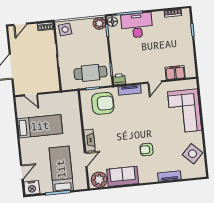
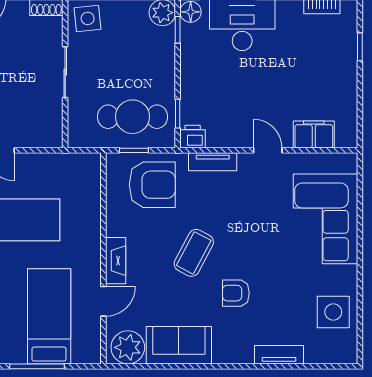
door: (155, 82) -> (268, 150), swing flipped
coffee table: (125, 133) -> (194, 253), added
side table: (192, 154) -> (333, 312), turned 45

